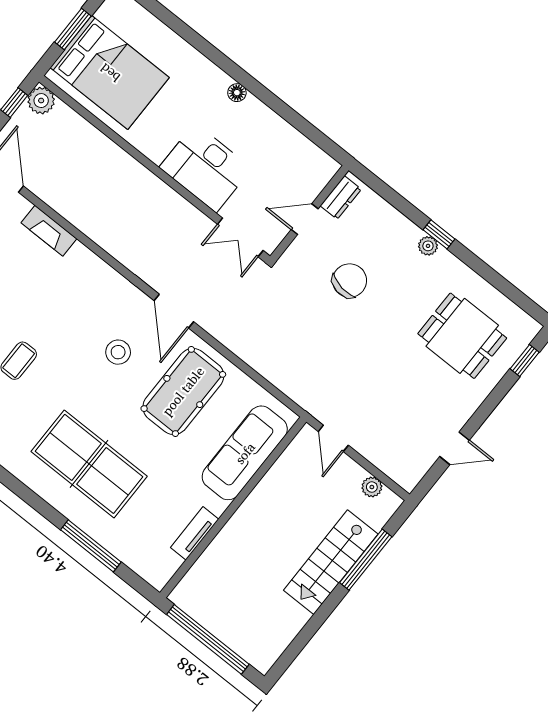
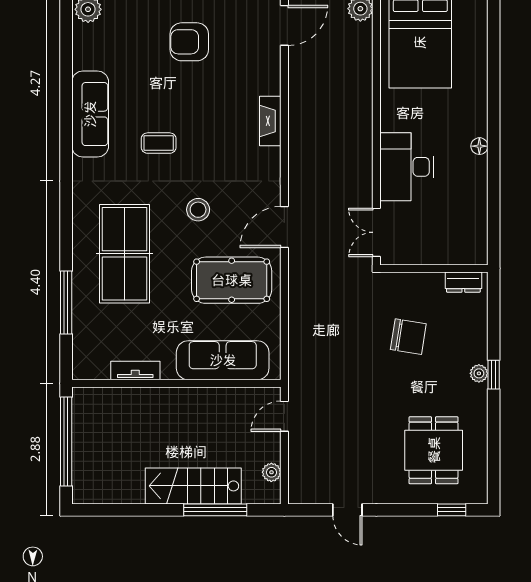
door: (305, 219) -> (427, 268), removed
fireplace: (49, 231) -> (270, 121), moved
stool: (118, 352) -> (198, 210), moved

